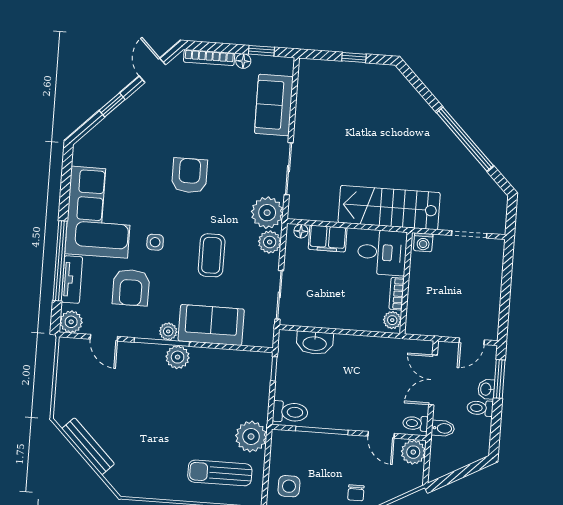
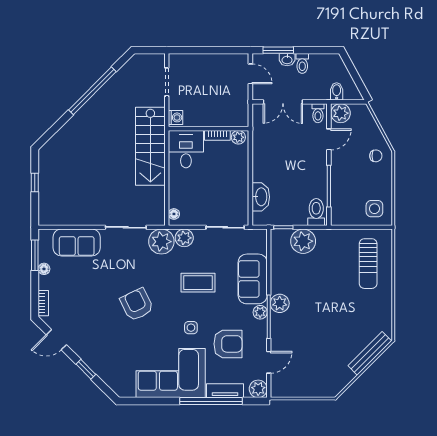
window: (261, 51) -> (35, 255), width x1.50
bookcase: (209, 58) -> (43, 303), width x0.64
armchair: (189, 176) -> (137, 304), turned 64
filing cabinet: (328, 239) -> (178, 193), removed
bidet: (443, 428) -> (337, 91), moved
plant: (251, 437) -> (303, 241), moved
bench: (88, 446) -> (370, 353), moved

